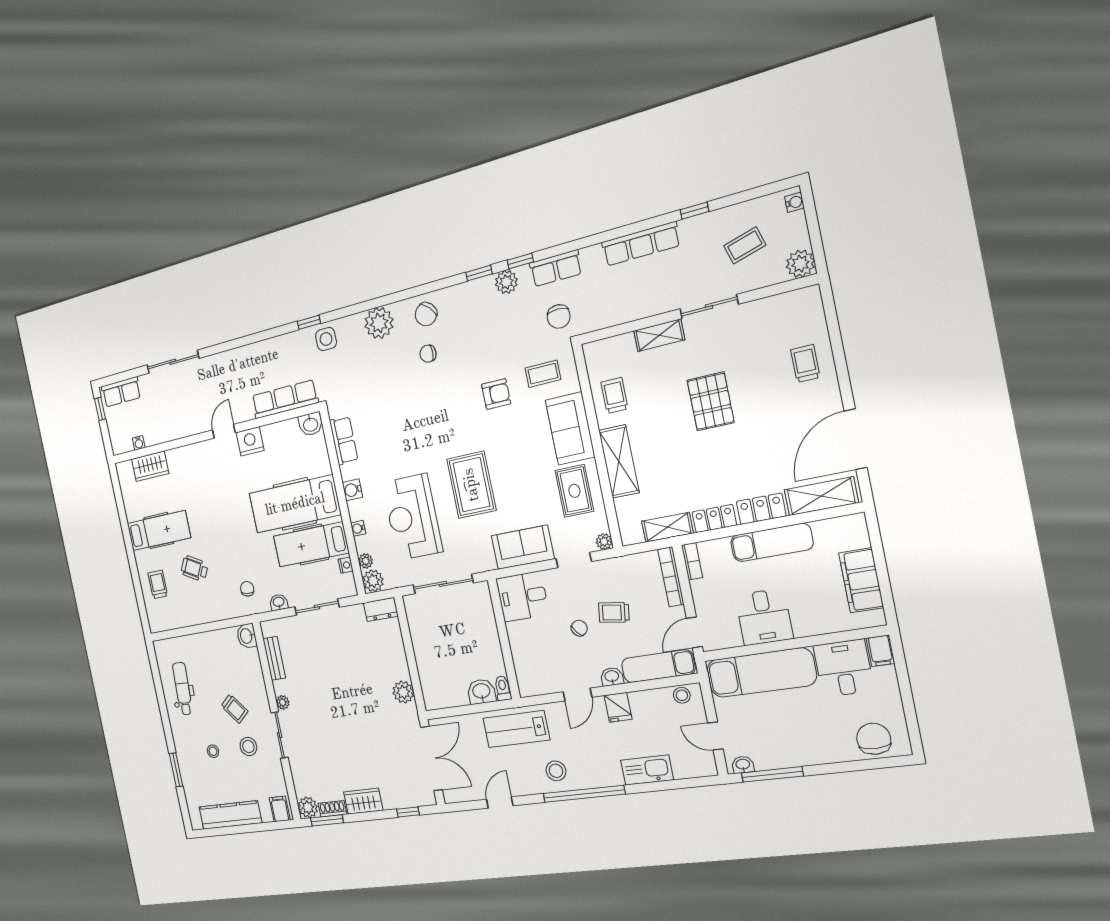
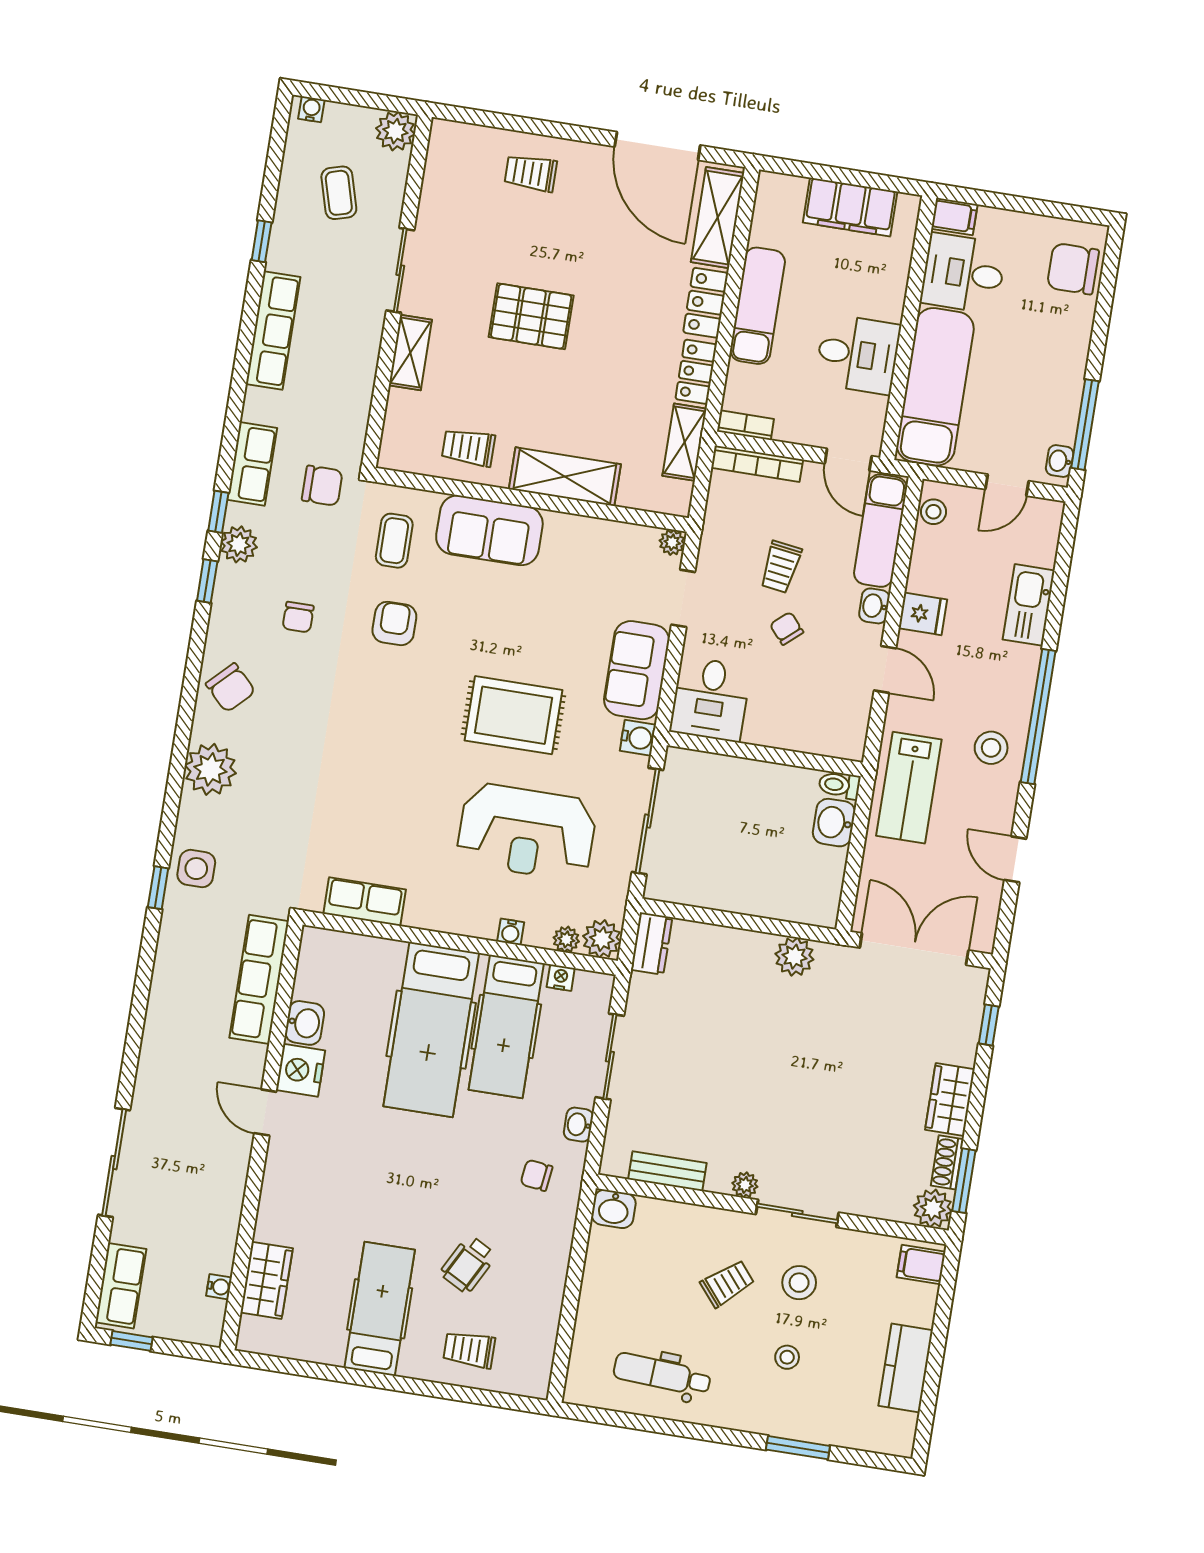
chair: (428, 354) -> (298, 617), moved
washbasin: (311, 424) -> (305, 1023), moved
water cooler: (352, 490) -> (638, 738), moved, turned -90
rug: (574, 491) -> (582, 559), removed
kitchen counter: (230, 815) -> (906, 1368), width x0.67

